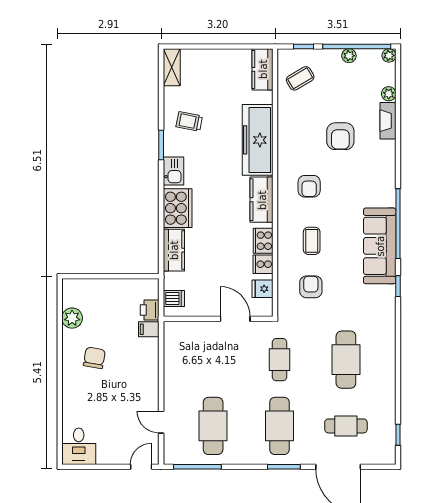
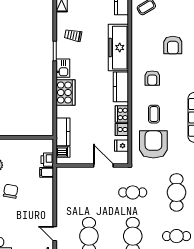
kitchen counter: (174, 250) -> (63, 132), moved
armchair: (311, 287) -> (153, 144), width x1.88, depth x1.88
cafe table: (280, 360) -> (133, 192), turned 90

